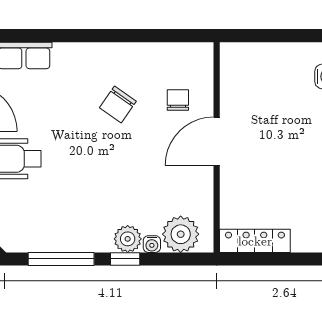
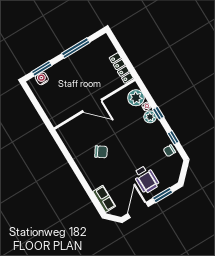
chair: (178, 100) -> (169, 151), moved
window: (61, 259) -> (173, 138), width x0.46

